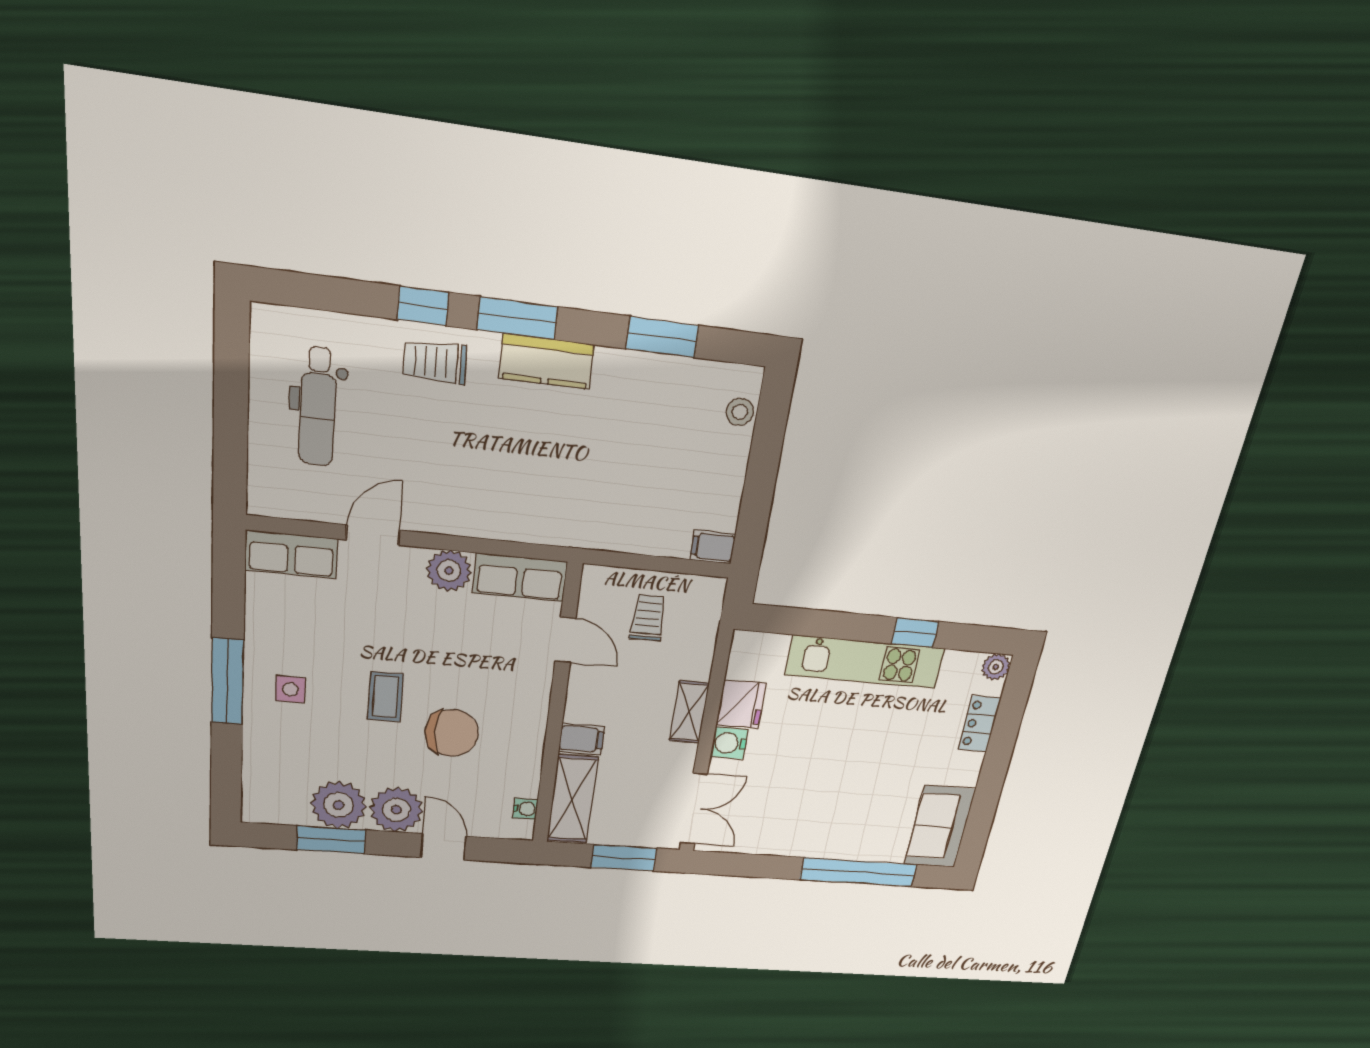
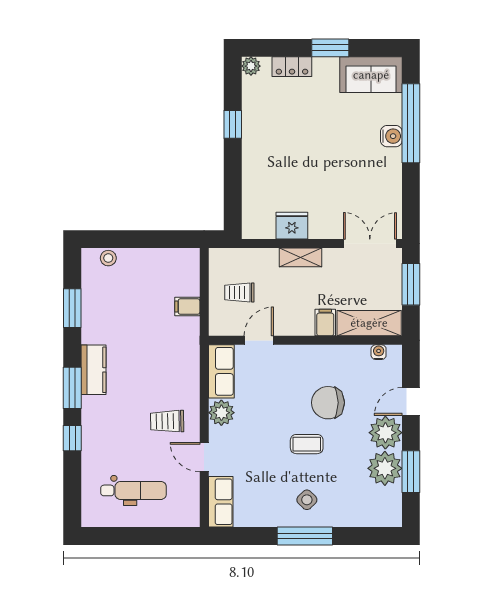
trolley: (435, 362) -> (167, 421), moved, turned 90
filing cabinet: (713, 547) -> (187, 307), moved, turned 90
kitchen unit: (865, 662) -> (256, 152), removed
side table: (290, 689) -> (307, 500), turned 45
chair: (452, 733) -> (328, 403), turned -90
water cooler: (729, 743) -> (391, 136), moved, turned -90
window: (992, 777) -> (330, 48), added

